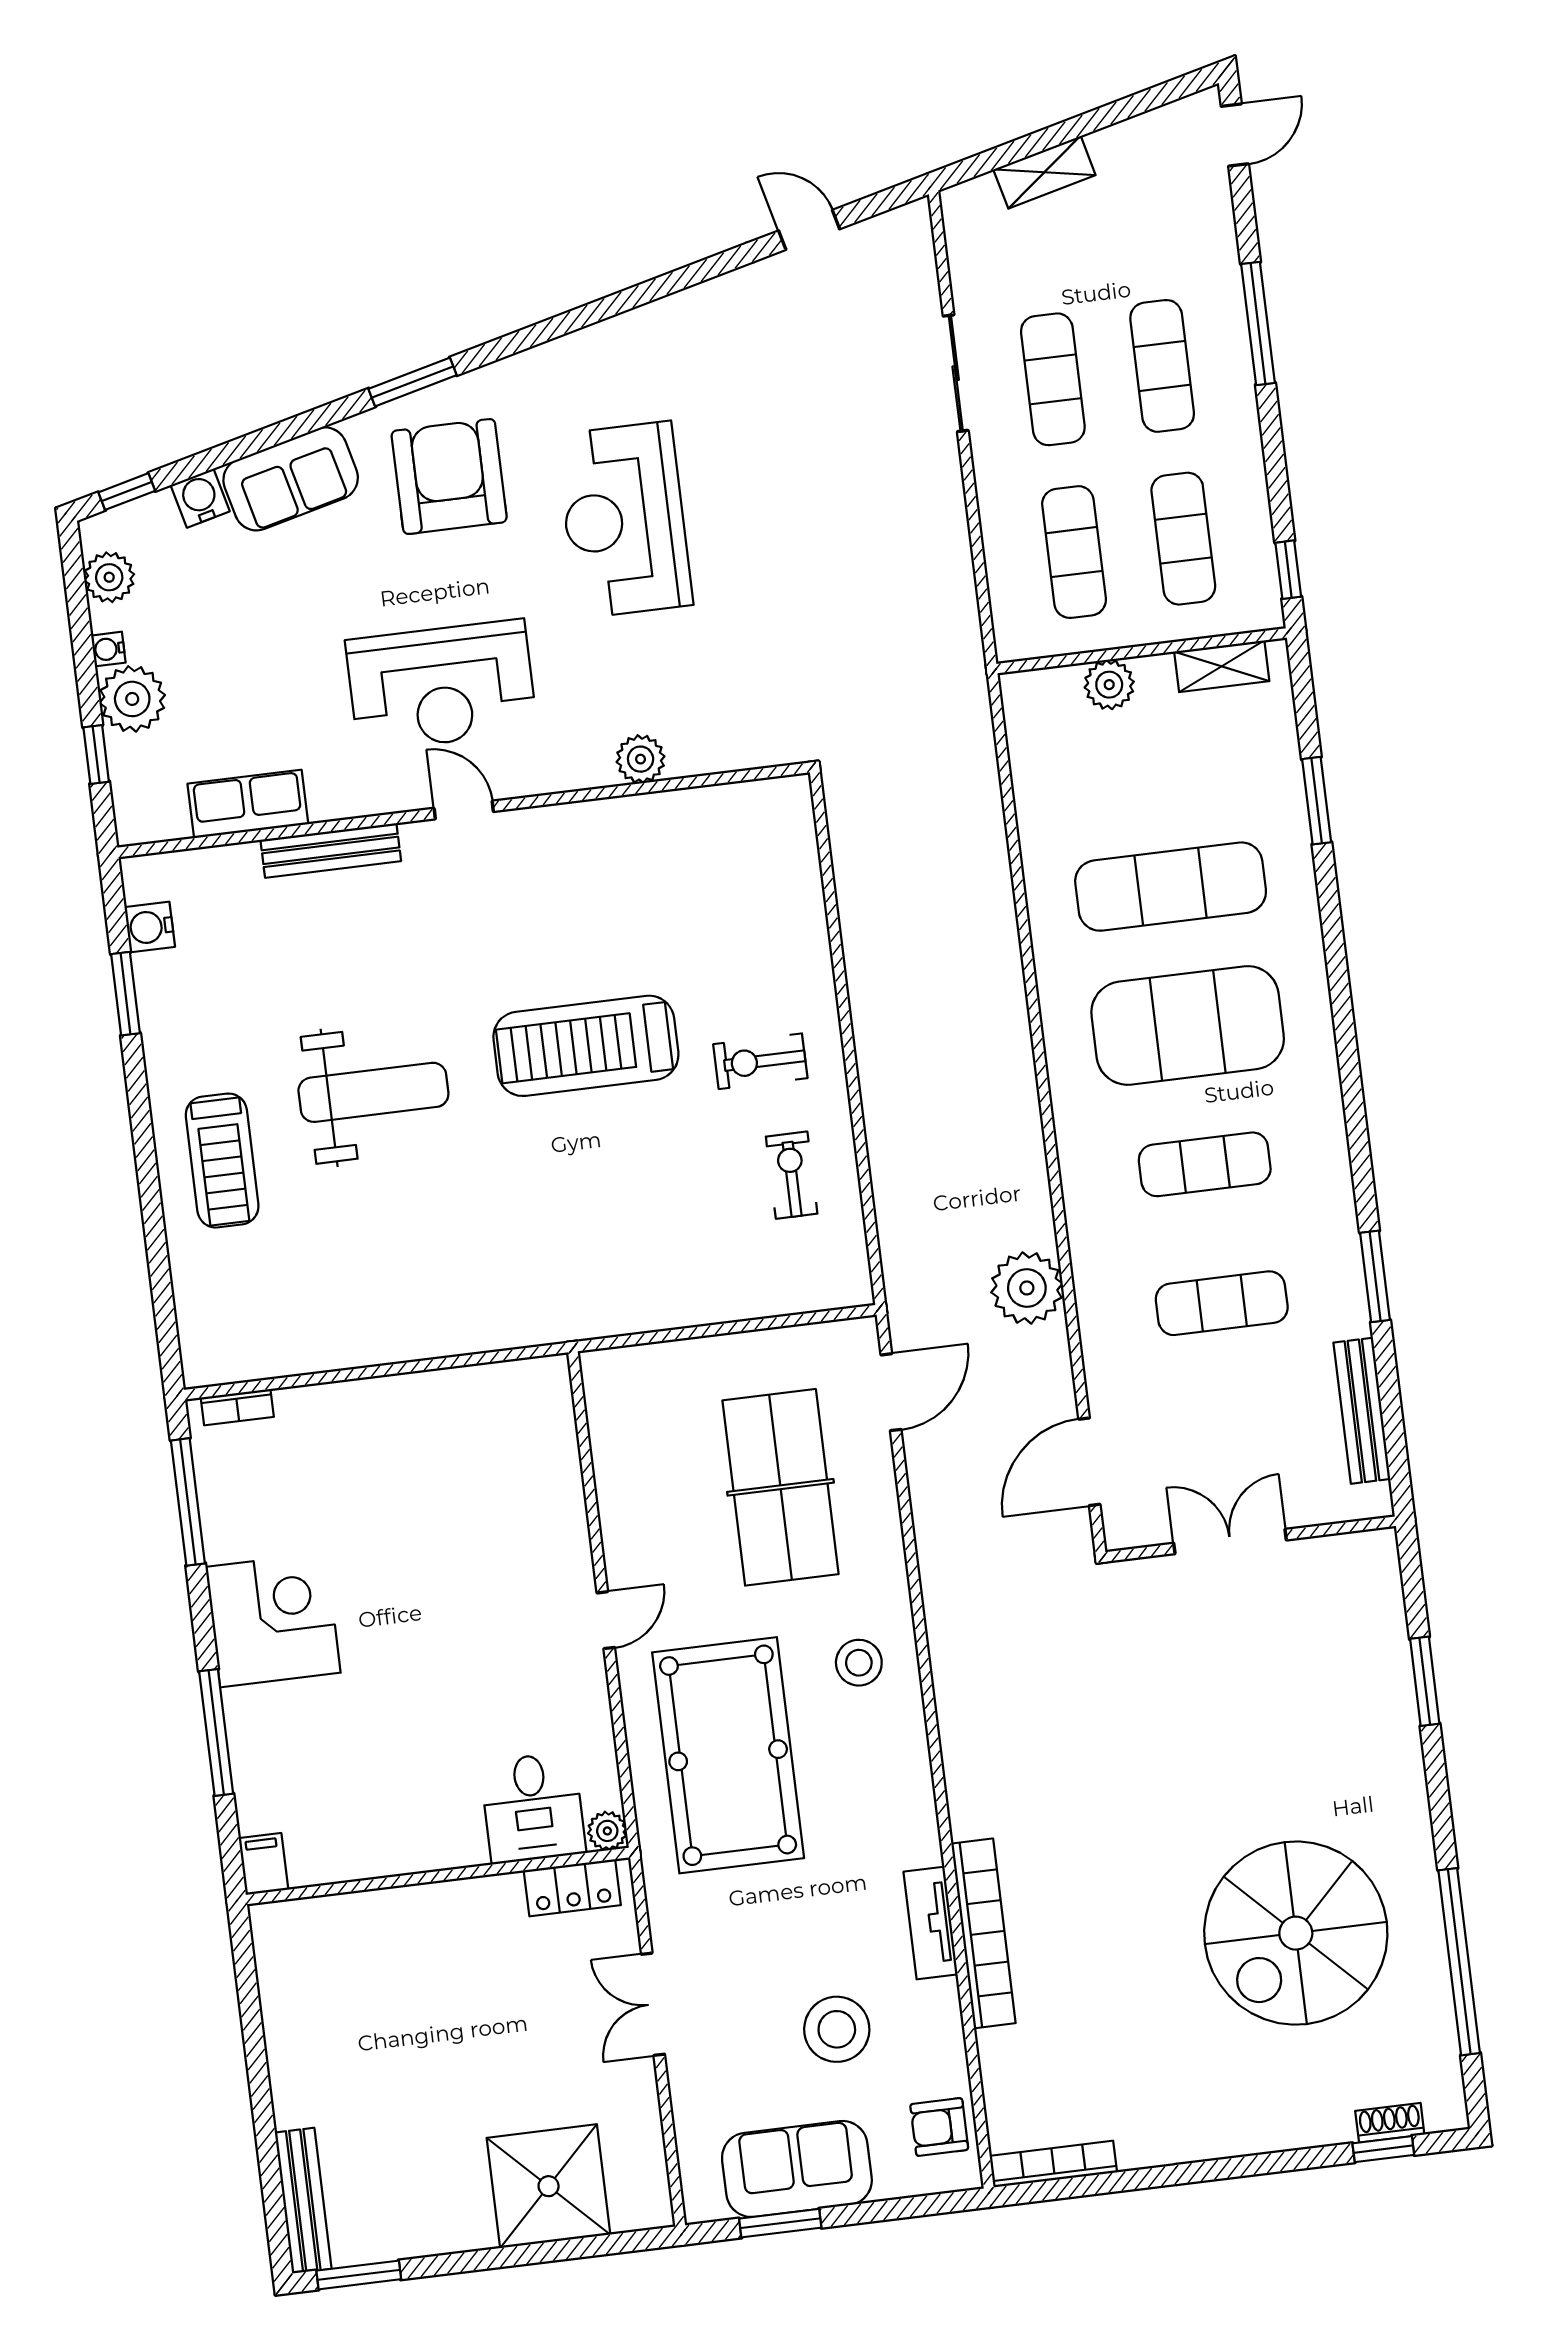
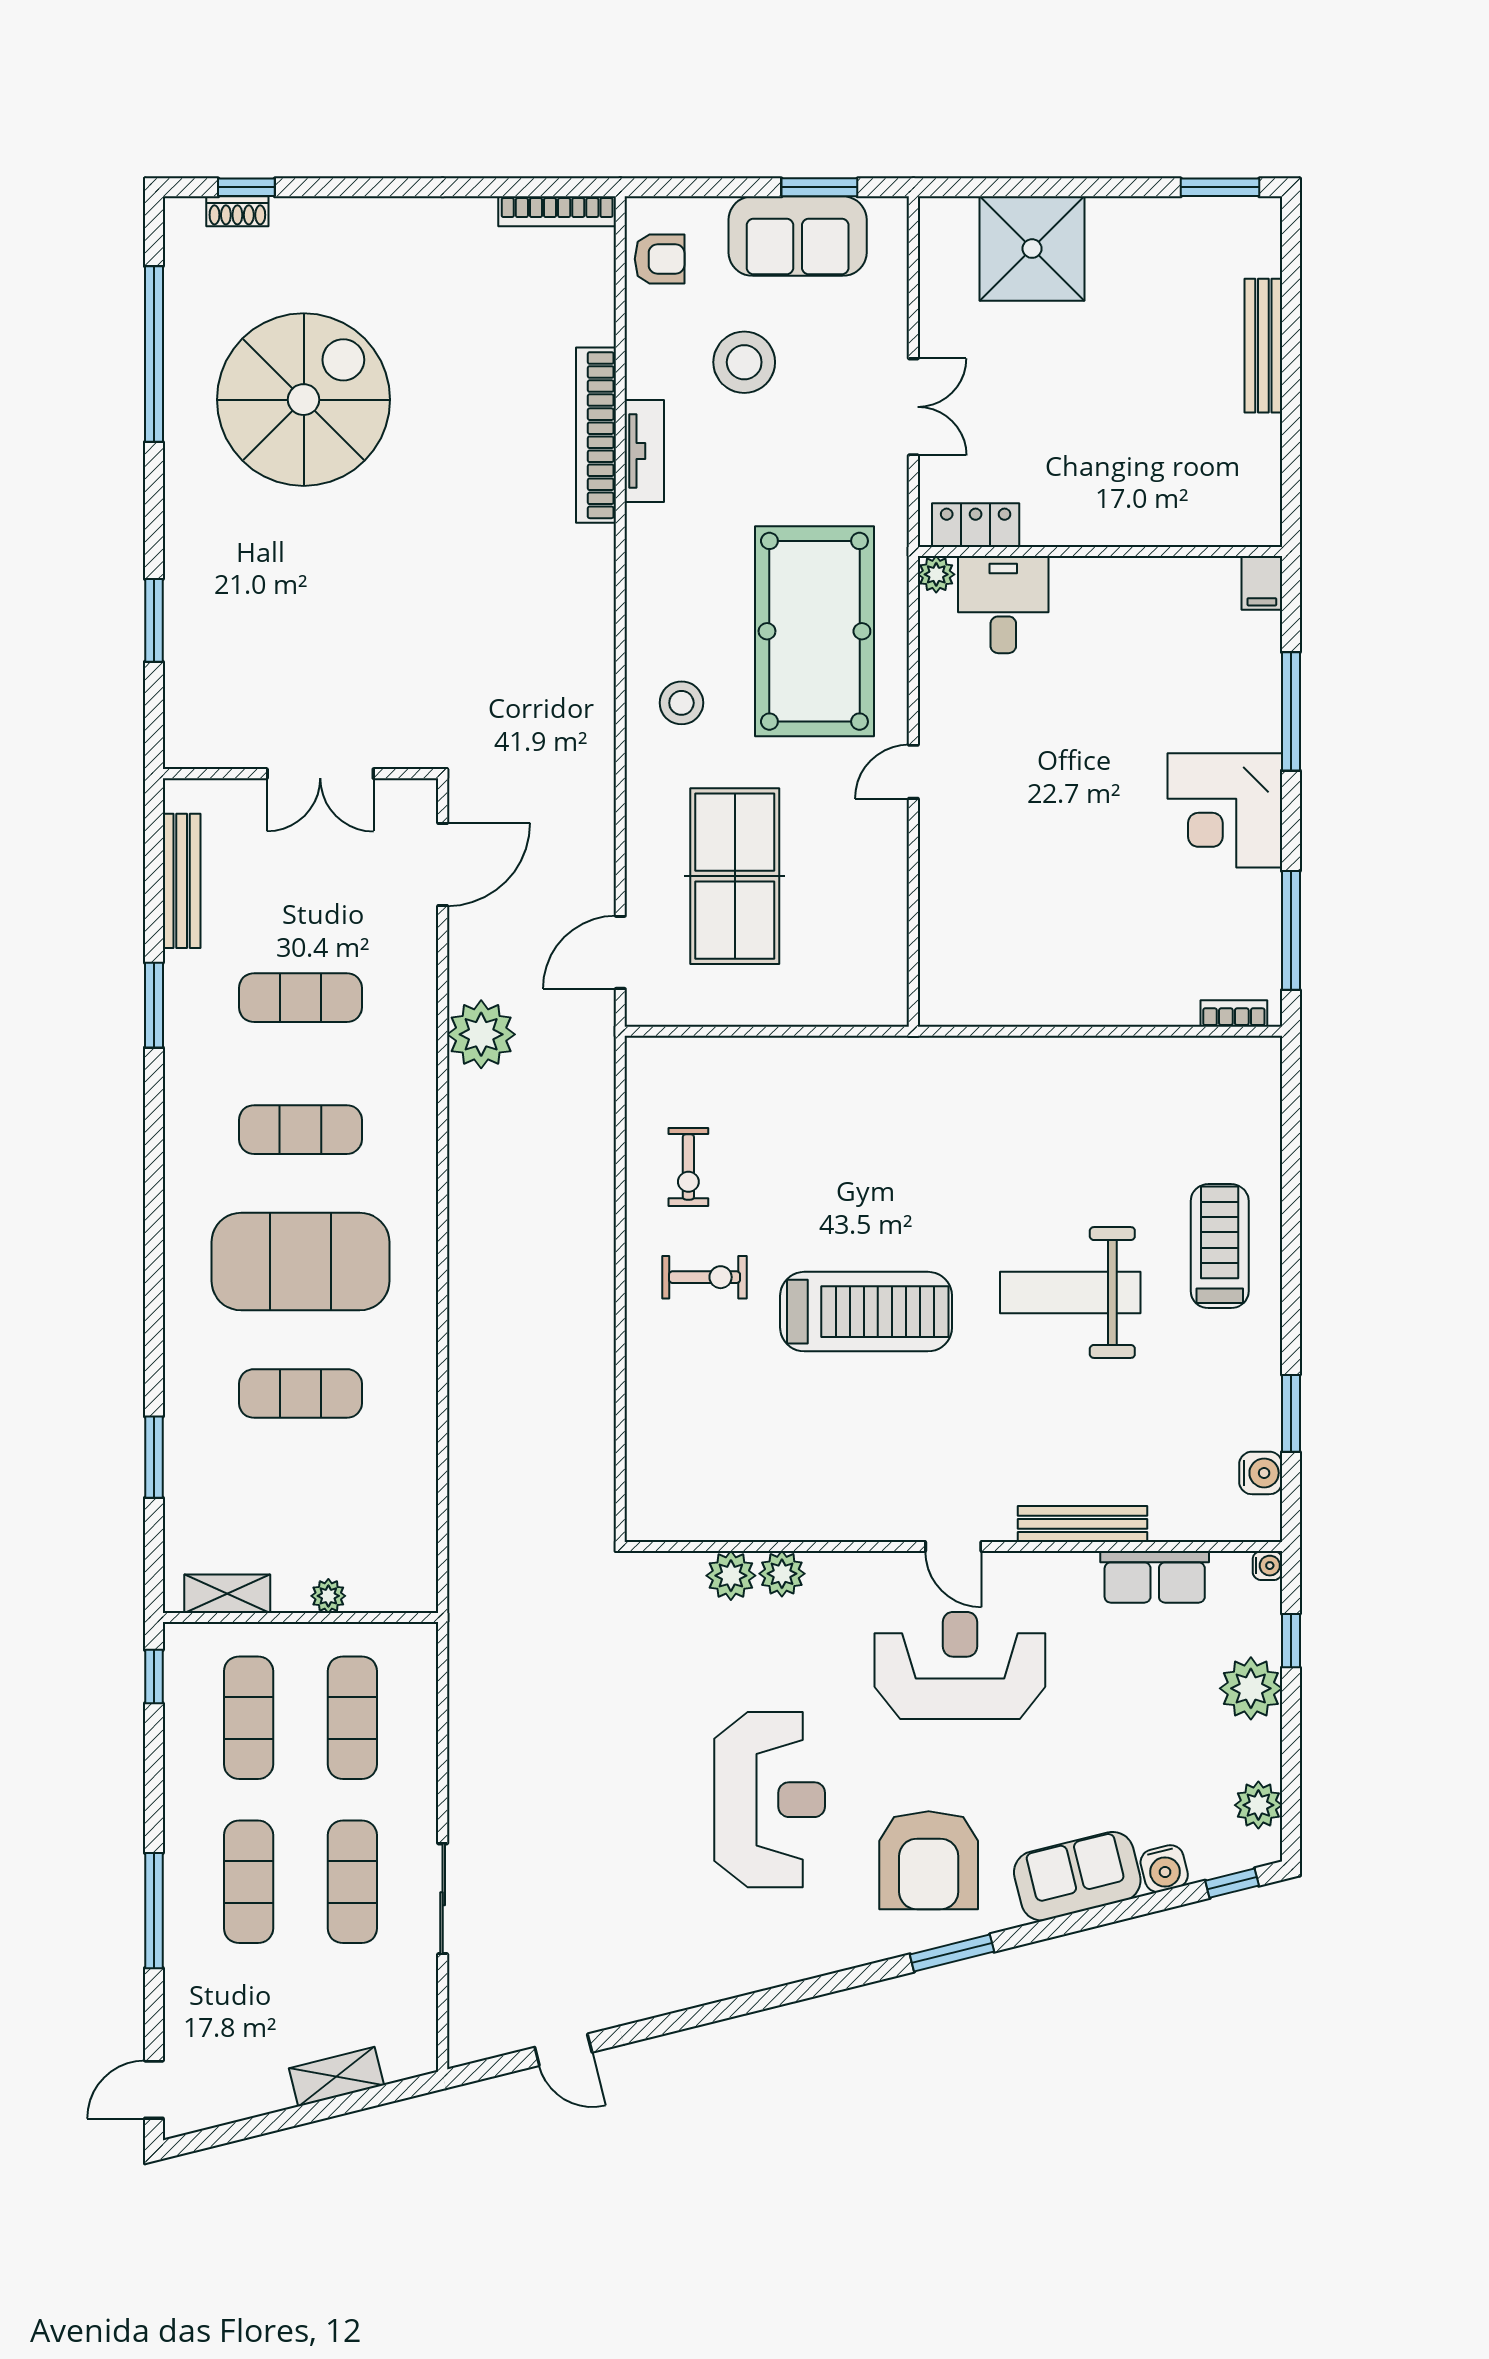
water cooler: (108, 649) -> (1267, 1566), moved
plant: (1109, 685) -> (328, 1596), width x0.73, depth x0.73
plant: (694, 751) -> (731, 1576), added
exercise mat: (1171, 887) -> (300, 1393), width x0.73, depth x0.69
bench: (303, 2201) -> (1263, 346), moved

